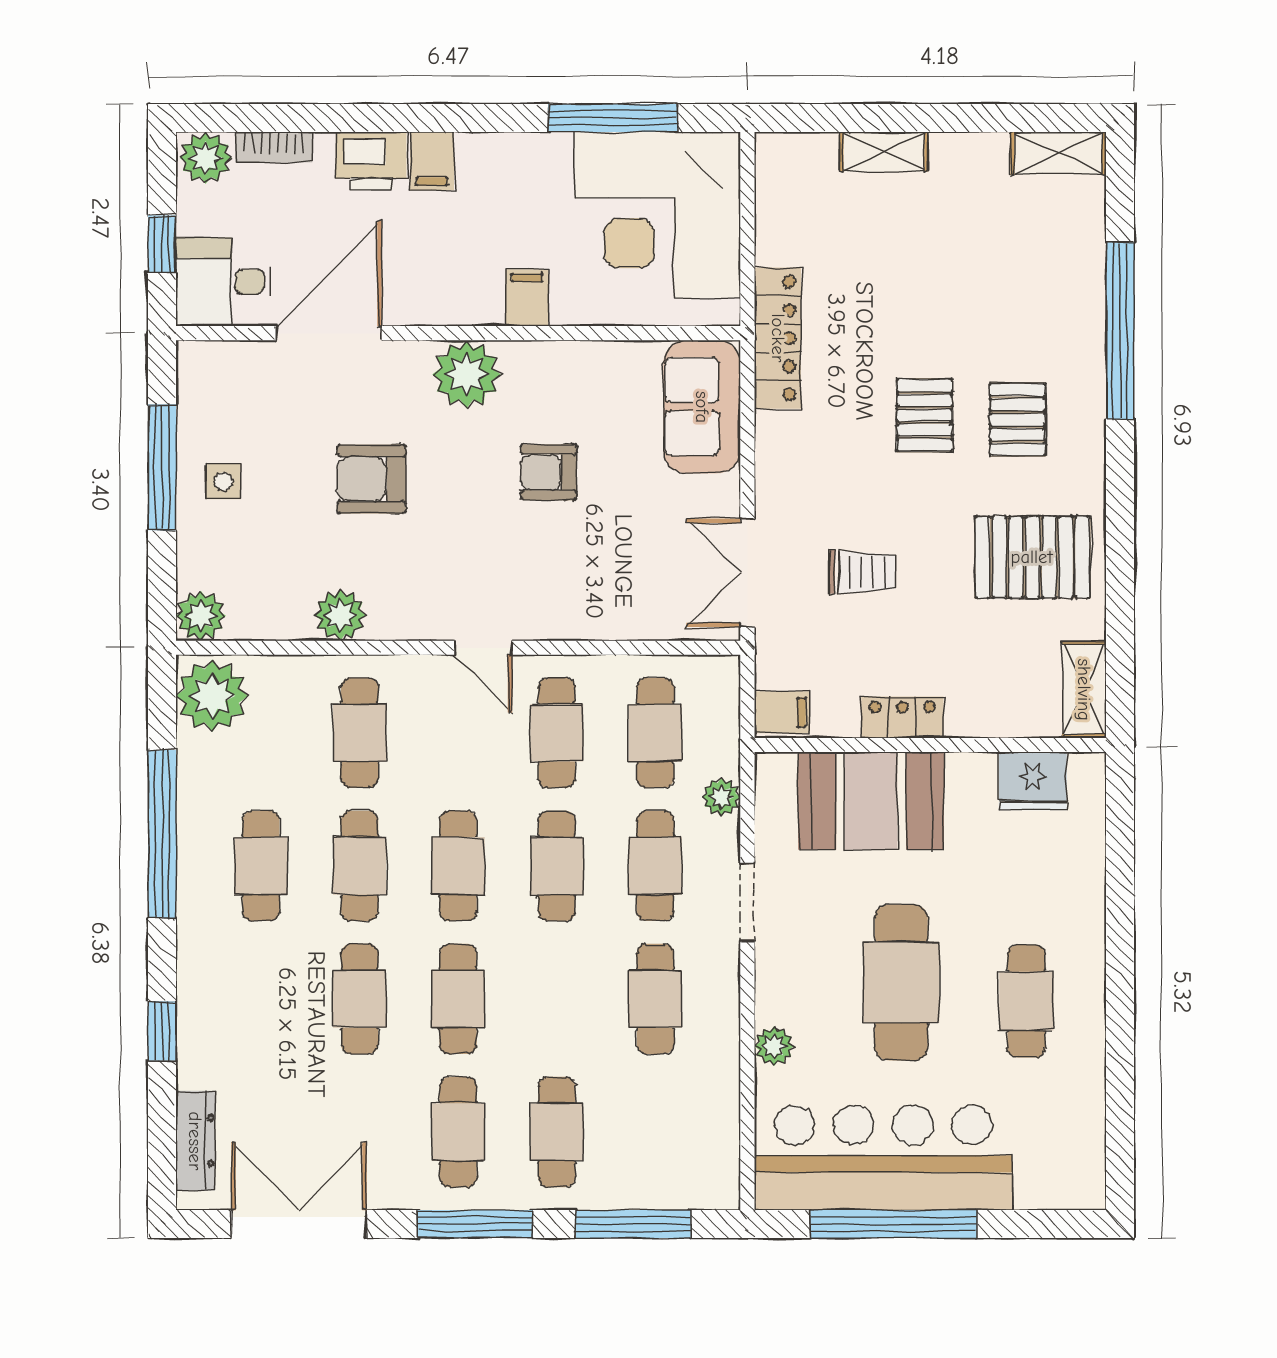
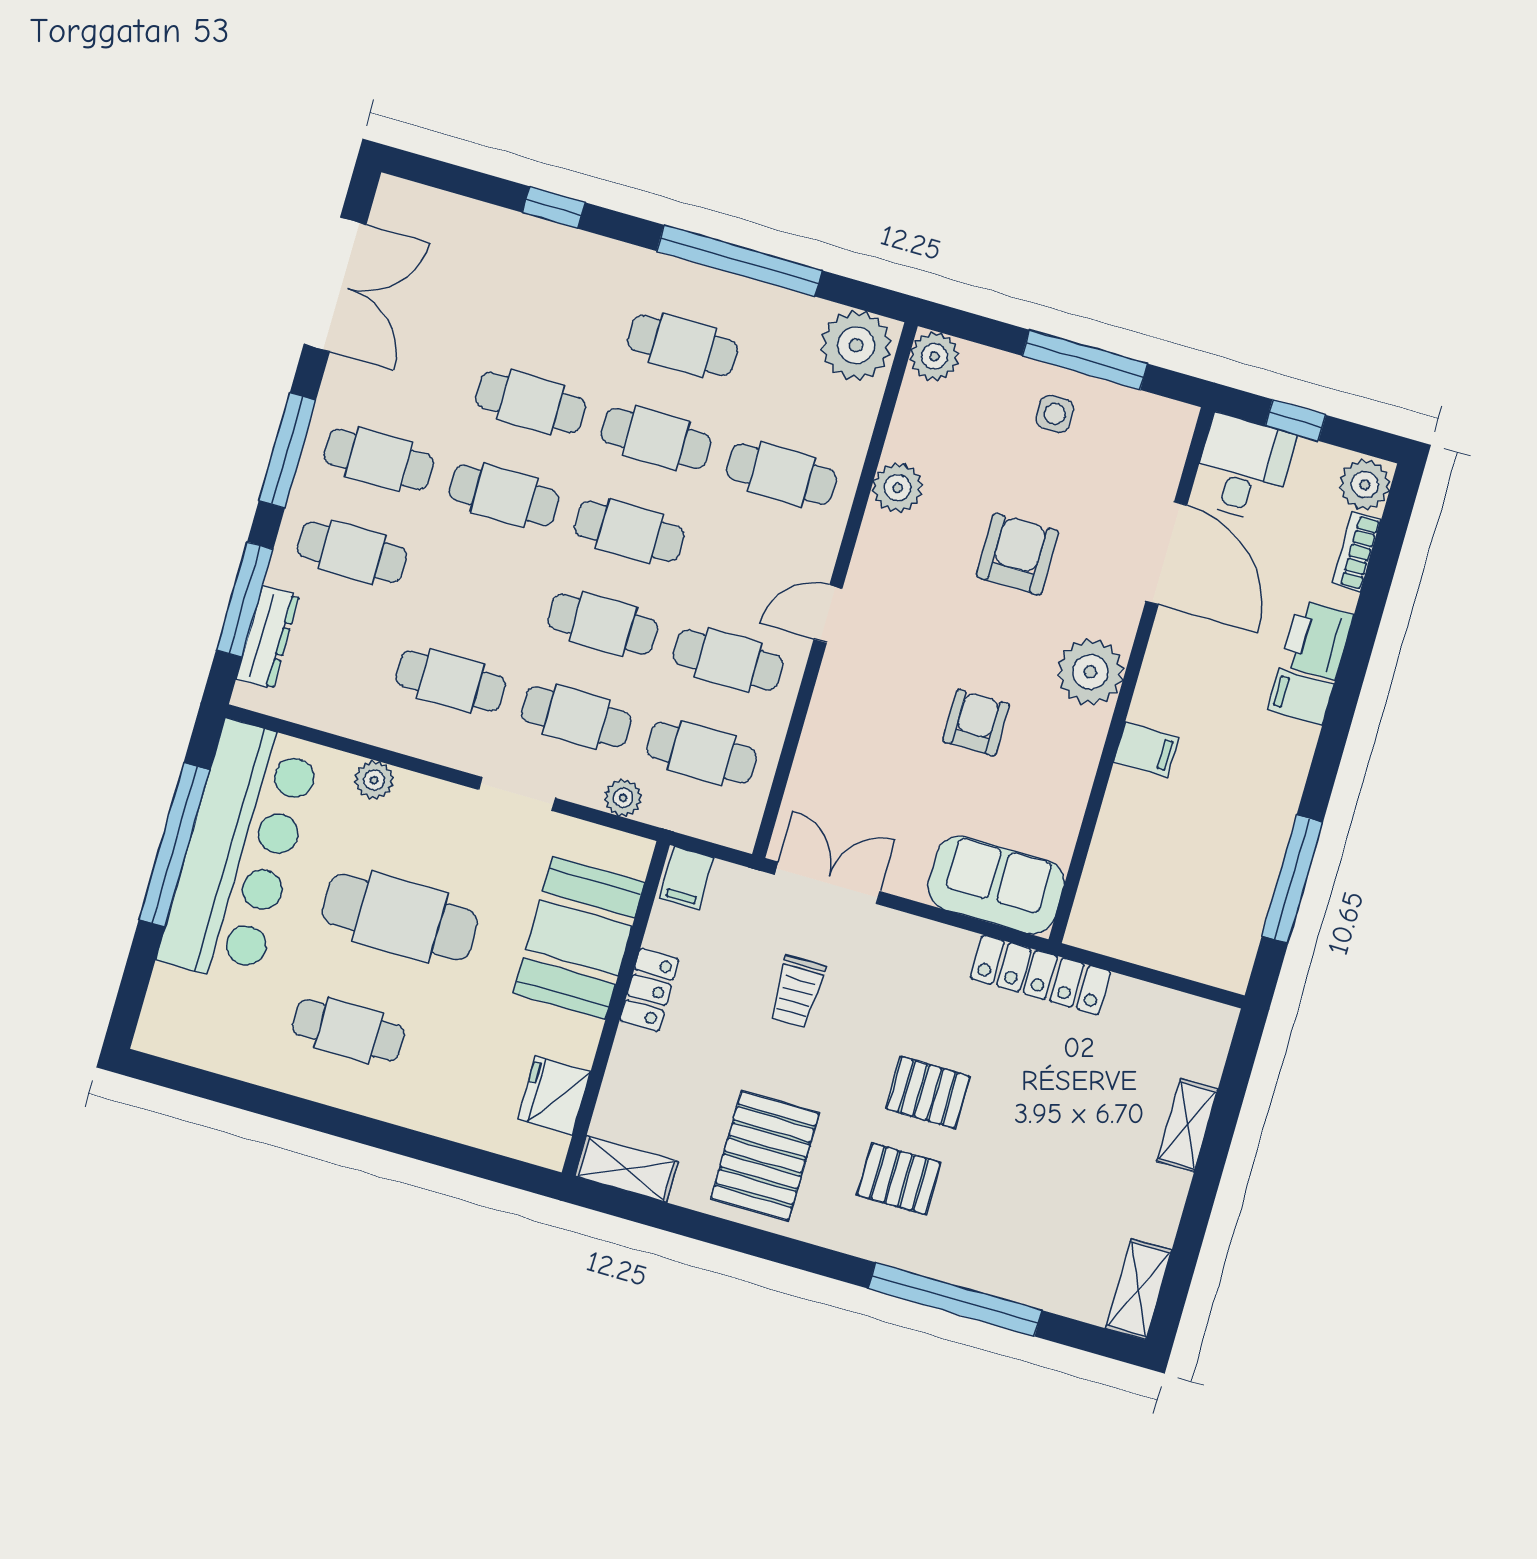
corner desk: (657, 215) -> (1189, 895), removed
dresser: (195, 1141) -> (268, 637), moved, turned -90

